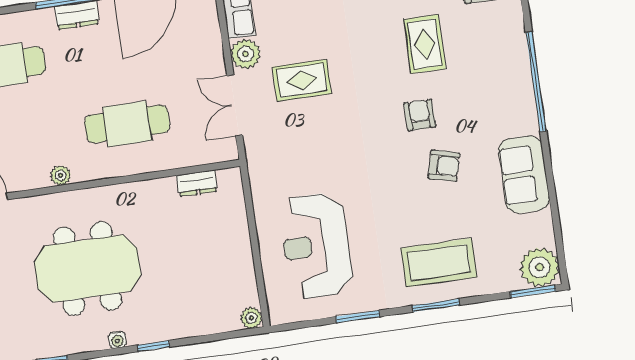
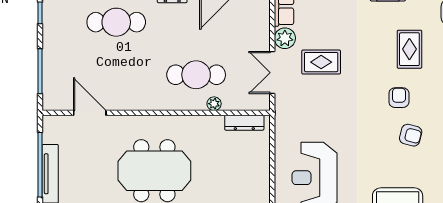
plant: (61, 175) -> (214, 104), moved
dresser: (197, 183) -> (244, 123), width x1.44

